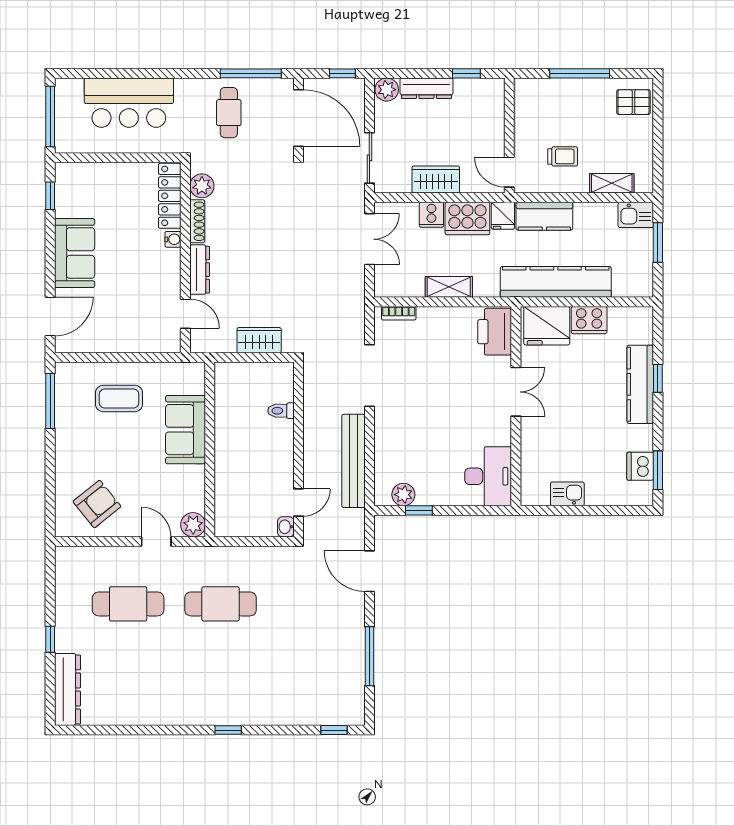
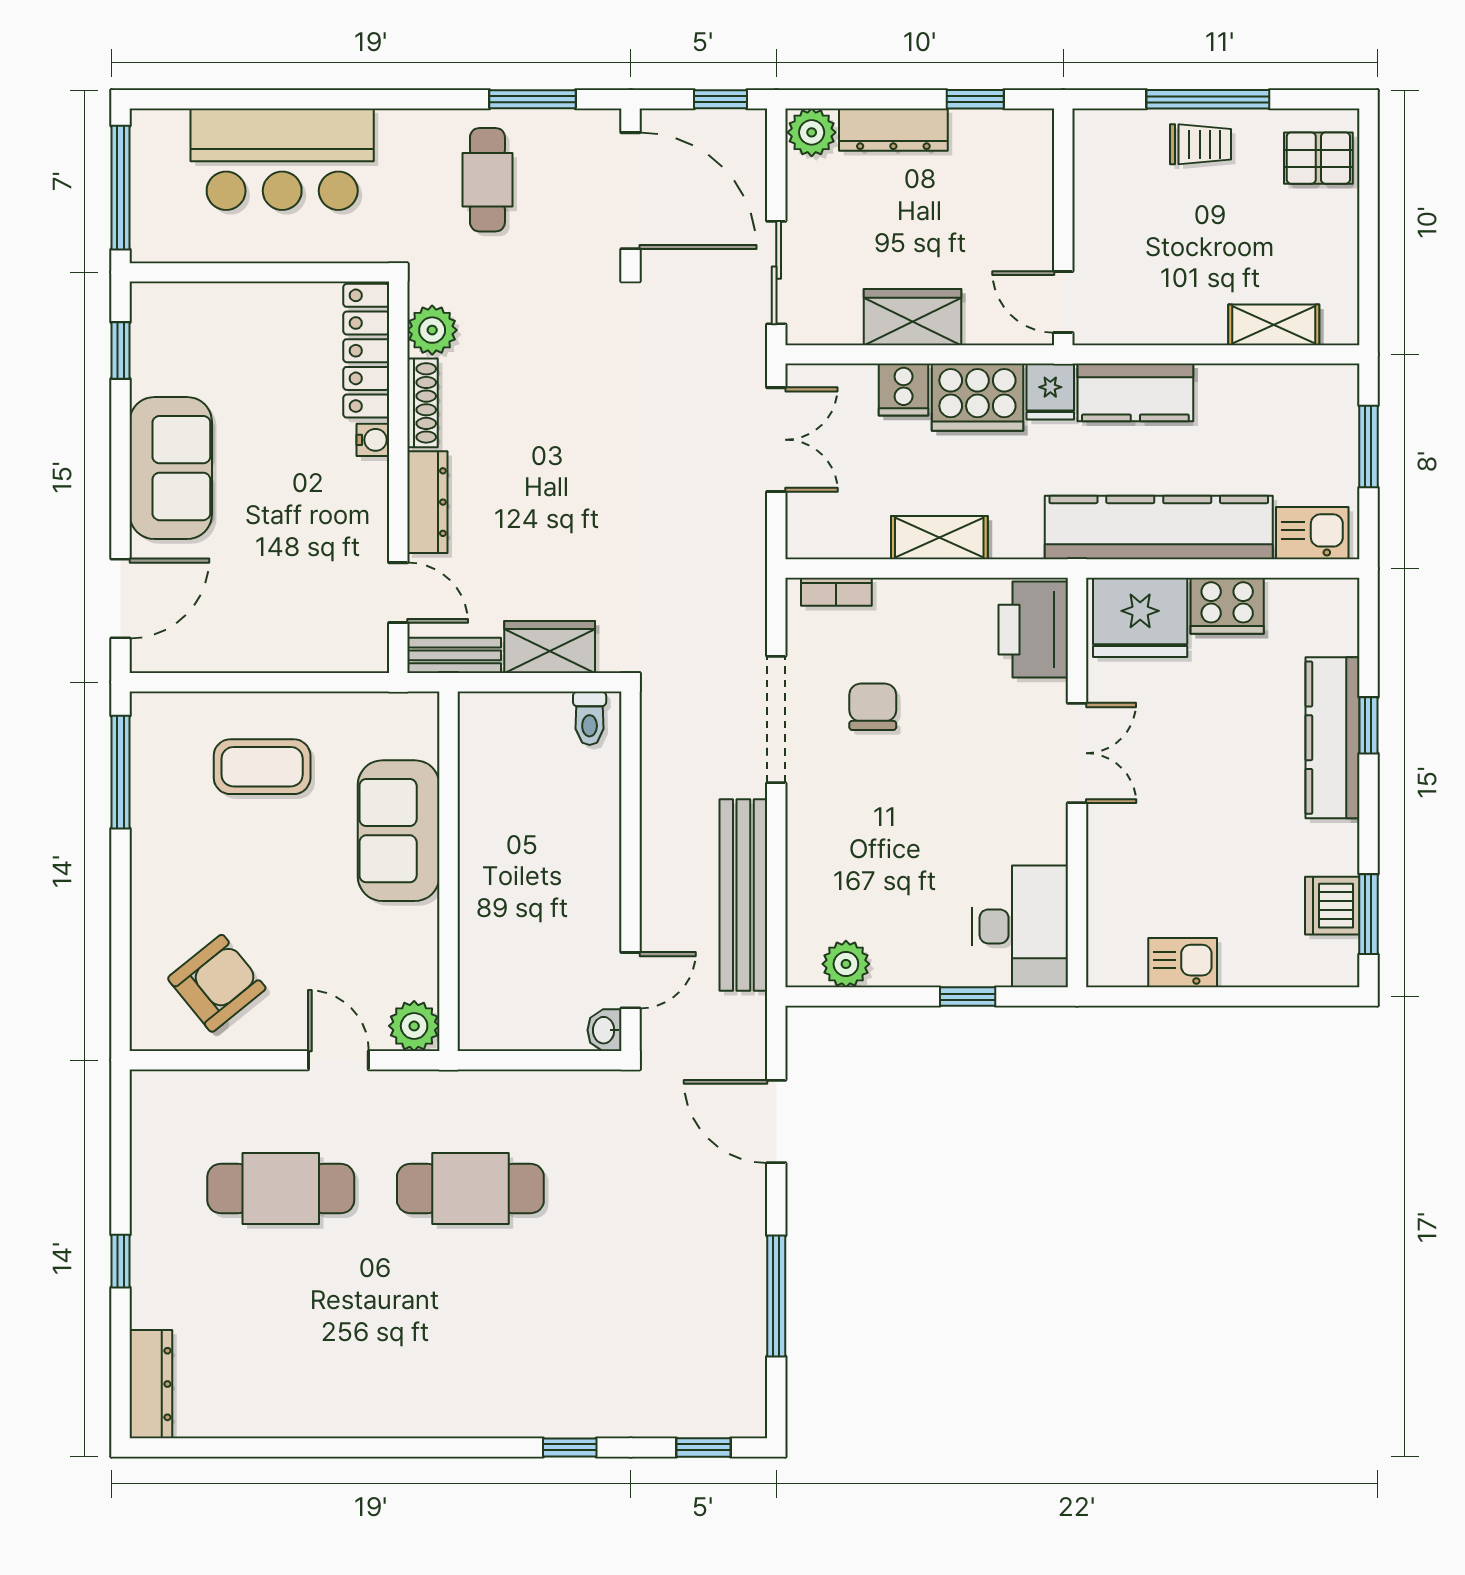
window: (251, 73) -> (533, 99), width x0.69
trolley: (563, 156) -> (1200, 144), moved
kitchen sink: (636, 215) -> (1312, 533), moved, turned 180
bench: (213, 344) -> (454, 655), added
chair: (416, 369) -> (873, 707), added
toilet: (281, 411) -> (590, 718), moved, turned -90
window: (419, 510) -> (968, 997), moved
dresser: (67, 689) -> (151, 1384), width x0.73, depth x0.80
window: (228, 730) -> (570, 1447), moved

